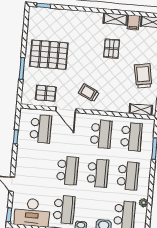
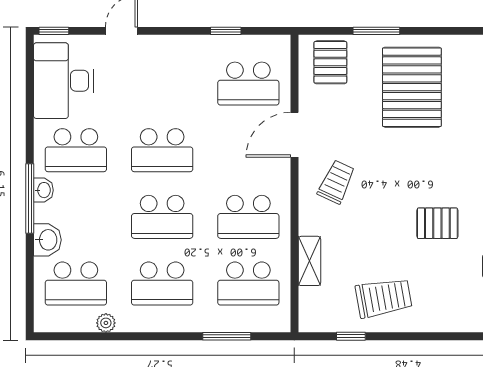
pallet: (46, 93) -> (330, 62), moved
shelving: (141, 110) -> (309, 261), moved

